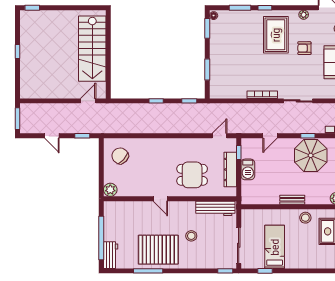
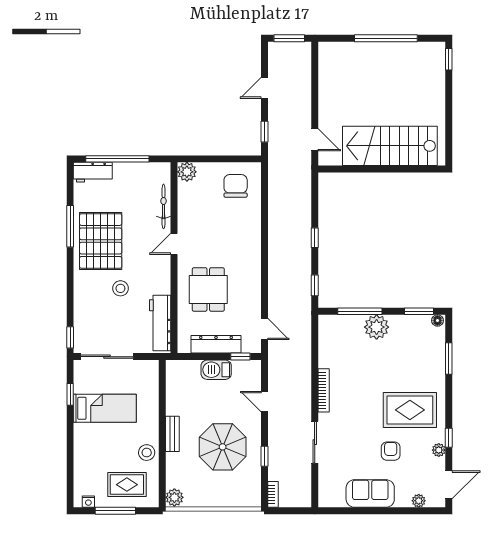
window: (265, 8) -> (449, 438), moved
window: (17, 51) -> (386, 38), width x3.17
plant: (218, 58) -> (377, 327), added
window: (207, 69) -> (360, 311), width x1.44
parasol: (311, 155) -> (223, 447), moved
chair: (120, 156) -> (236, 186), turned -43
bicycle: (134, 206) -> (164, 206), added

